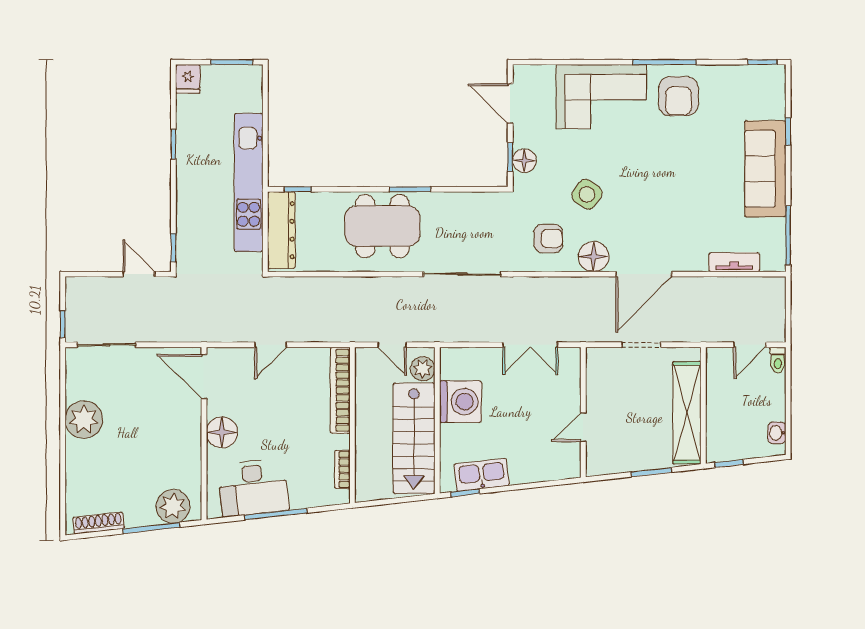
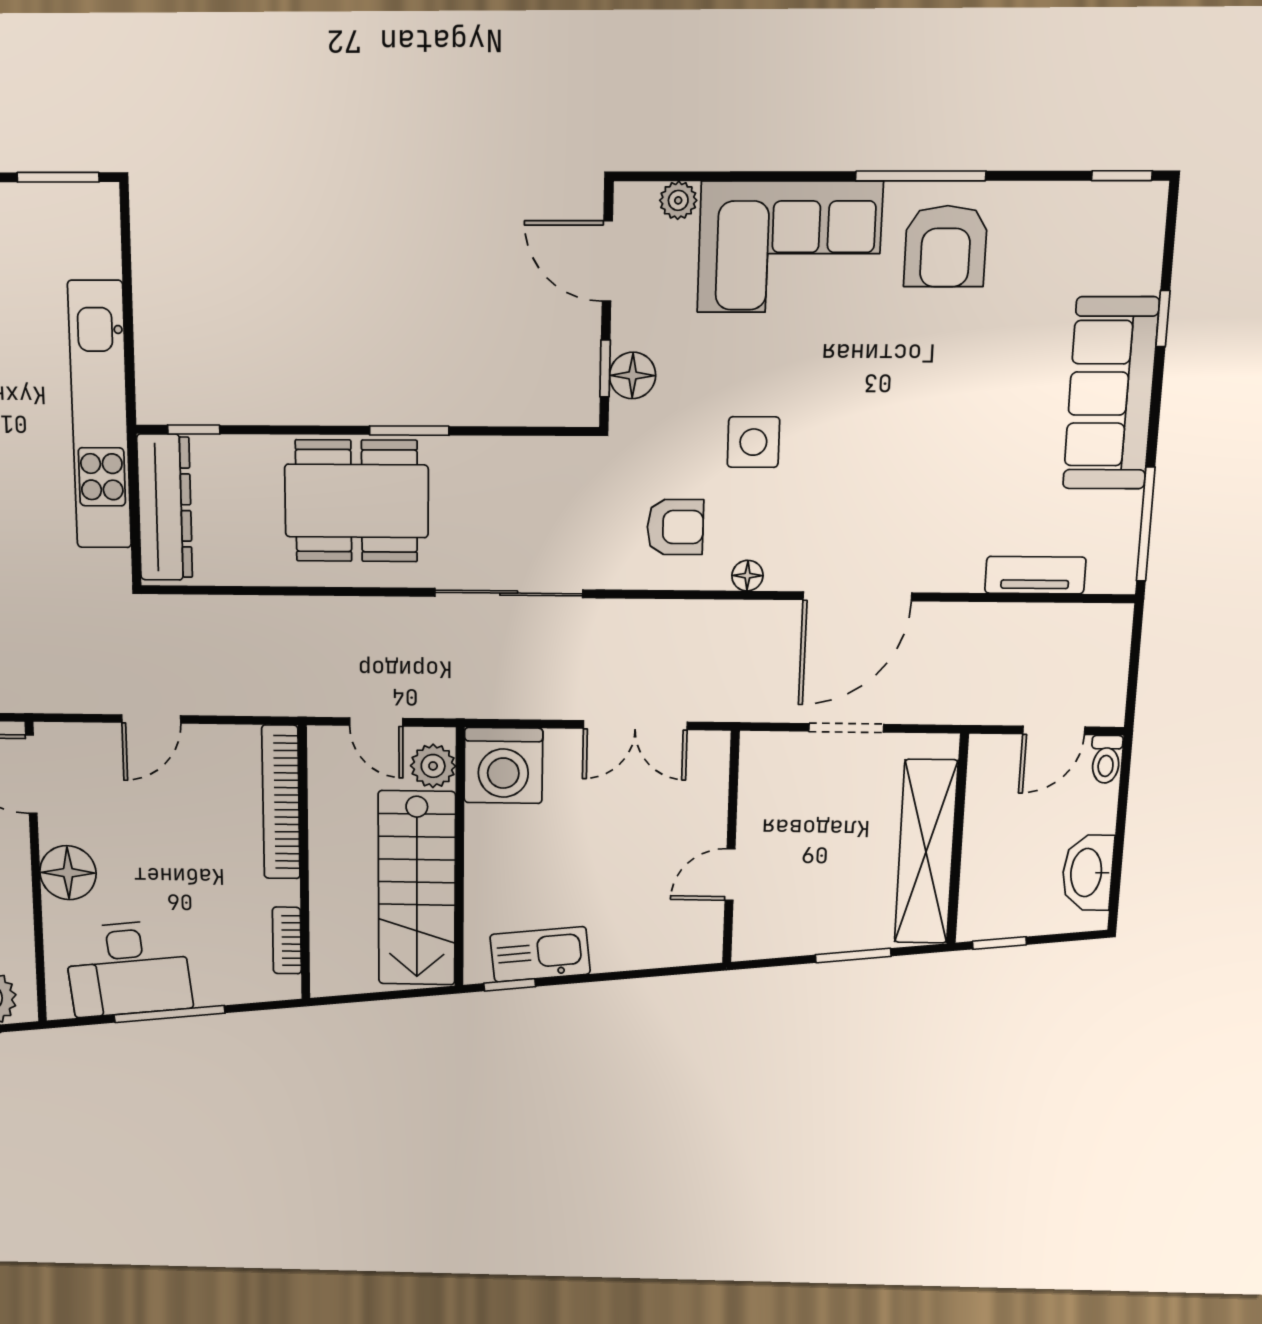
plant: (545, 74) -> (678, 200), added
side table: (587, 194) -> (753, 442), turned -35
floor lamp: (594, 257) -> (747, 576), width x0.53, depth x0.53
washing machine: (460, 402) -> (503, 766), moved, turned 90
washbasin: (777, 433) -> (1088, 873), width x1.91, depth x1.45

